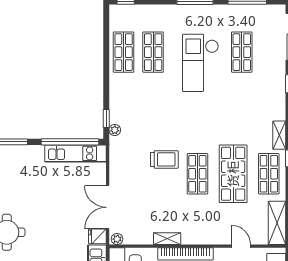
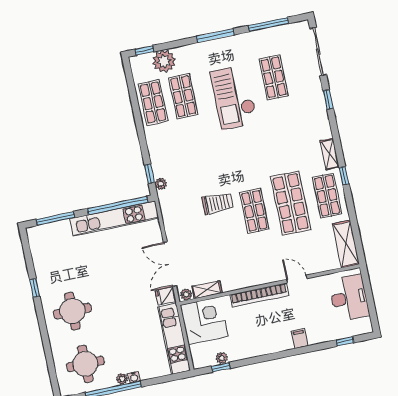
plant: (142, 15) -> (164, 61), added
kitchen unit: (76, 153) -> (114, 218), width x1.36
shelving: (167, 239) -> (207, 290), moved
door: (241, 246) -> (297, 279), moved

